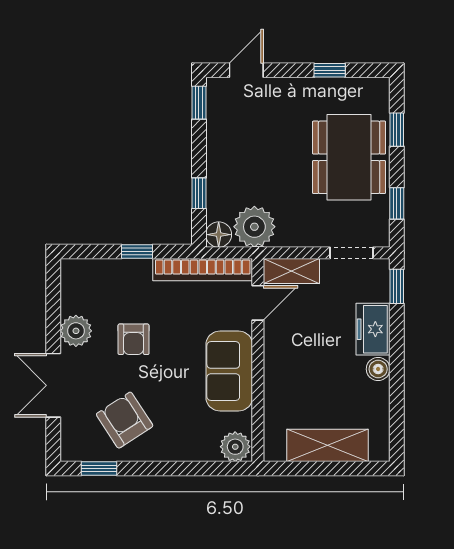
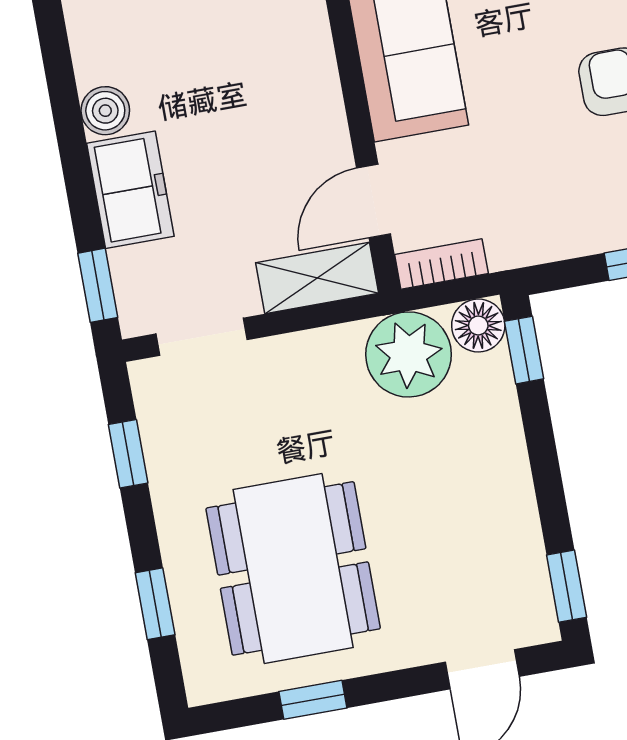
dining table: (349, 157) -> (293, 568), moved
window: (199, 193) -> (524, 350), moved
bookcase: (203, 270) -> (441, 264), width x0.43, depth x0.76

